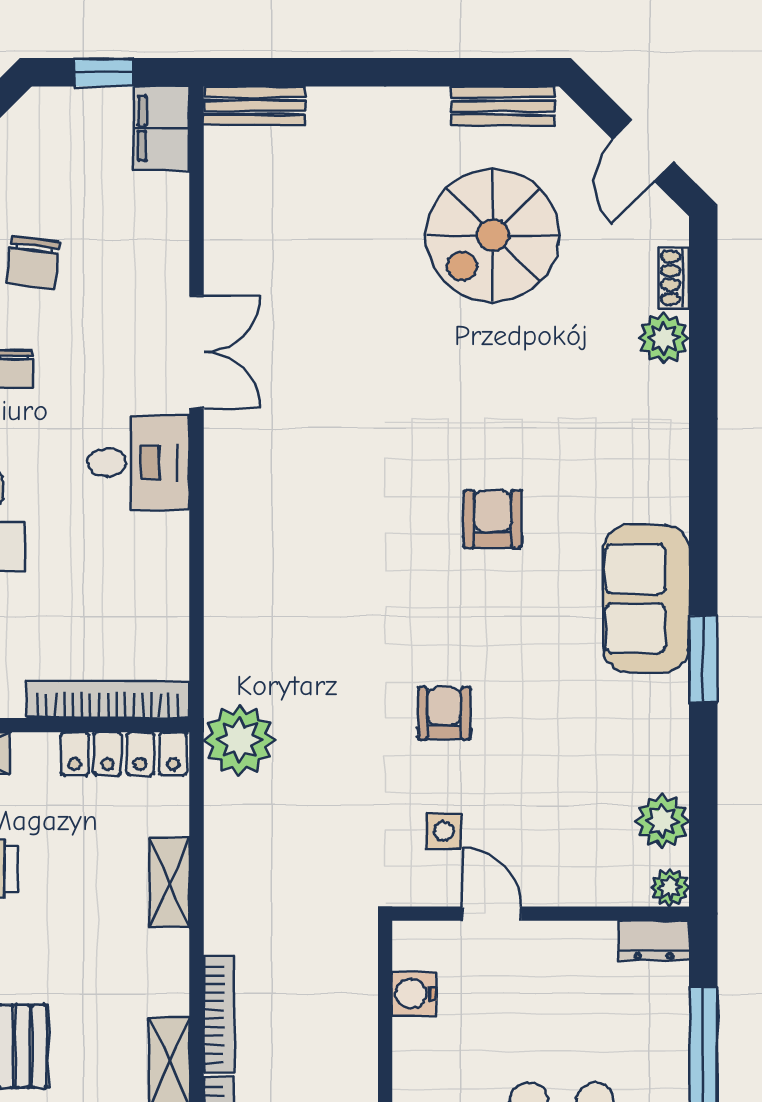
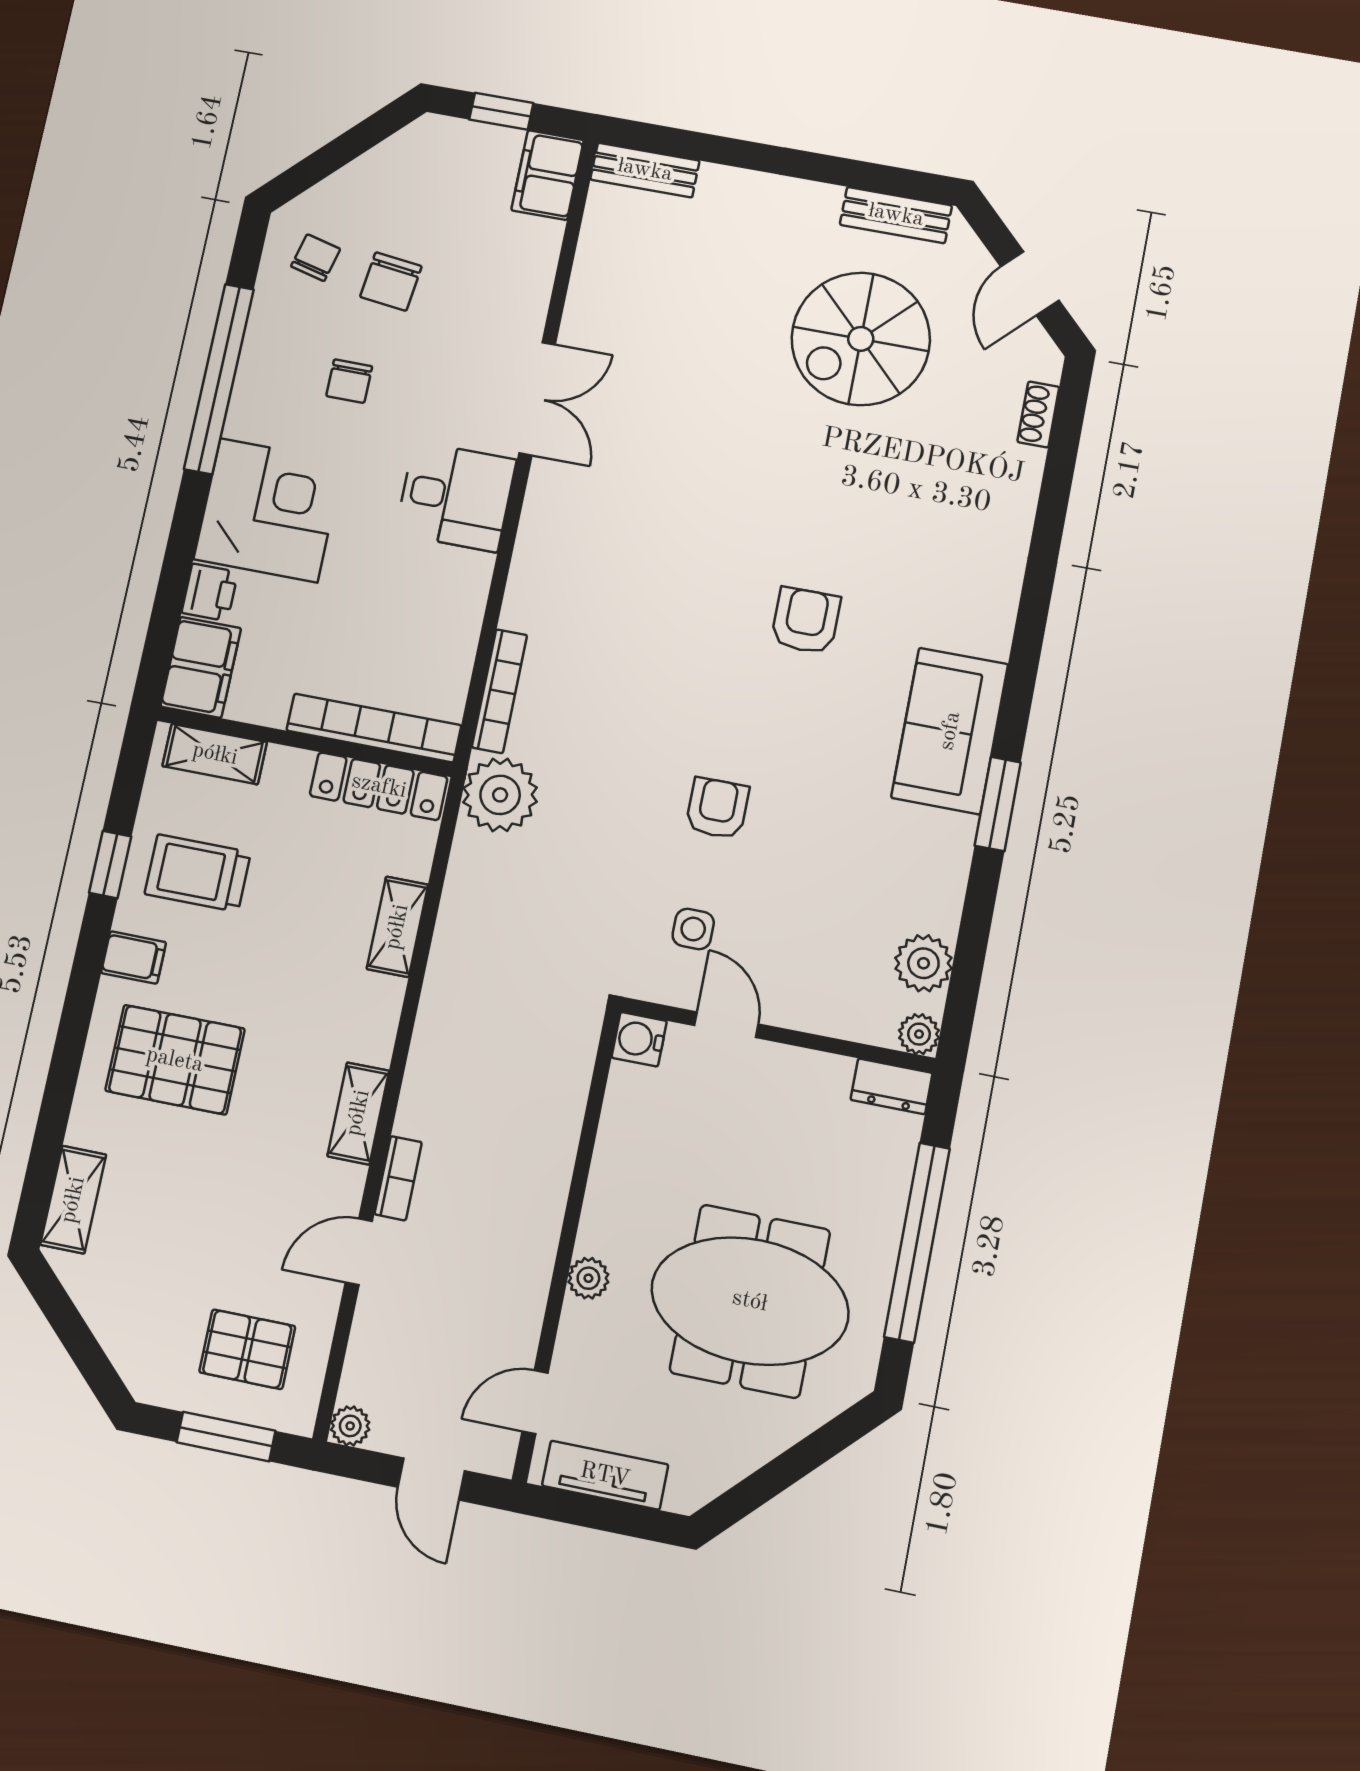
plant: (664, 338) -> (1016, 472), removed
water cooler: (414, 994) -> (639, 1039), moved
bookcase: (219, 1014) -> (500, 691), moved

